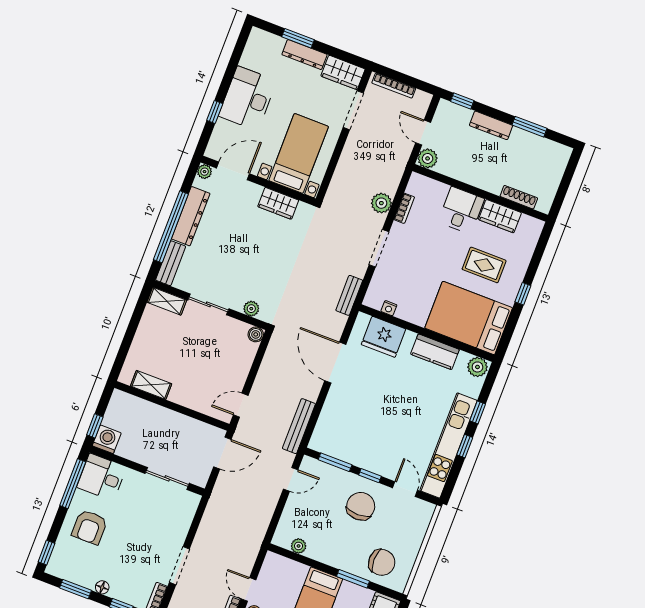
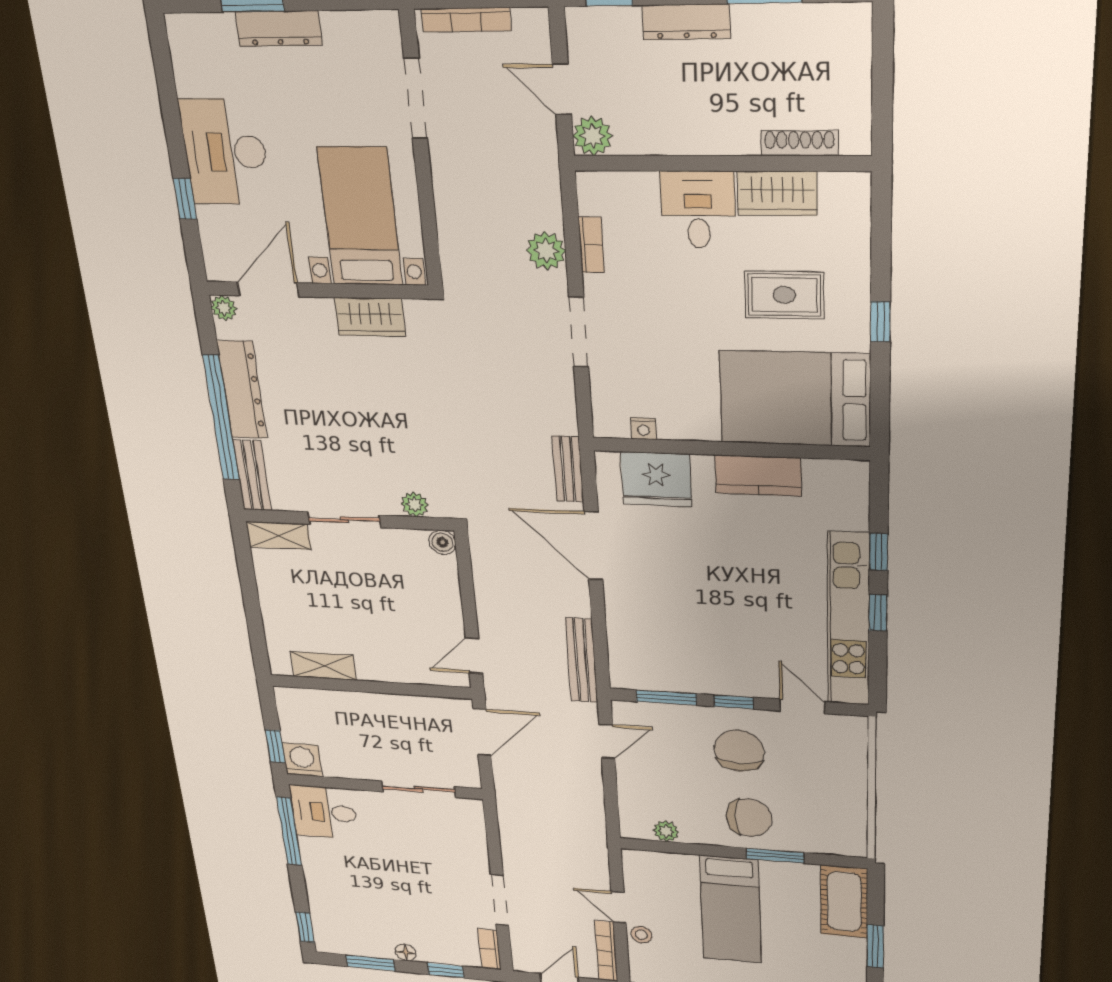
wardrobe: (343, 72) -> (363, 34), removed
bench: (349, 295) -> (568, 469), moved
plant: (477, 367) -> (847, 477), removed
armchair: (90, 527) -> (345, 881), removed
chair: (382, 562) -> (749, 817), moved

